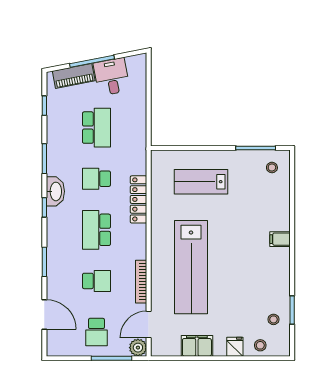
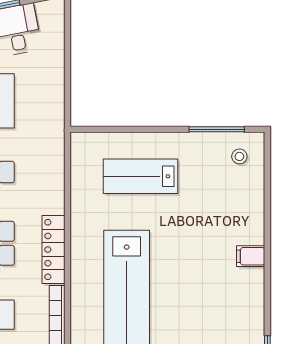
locker: (139, 199) -> (54, 250), moved

